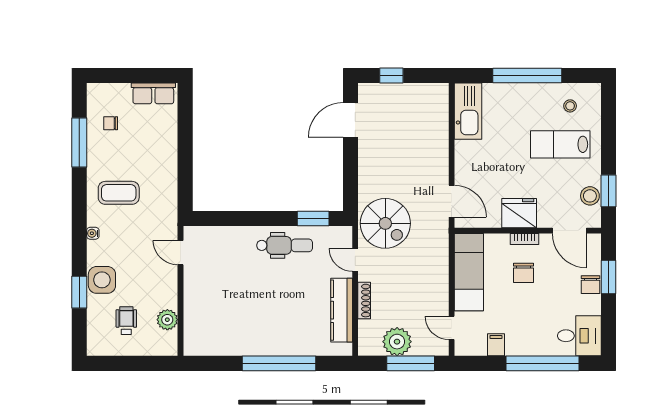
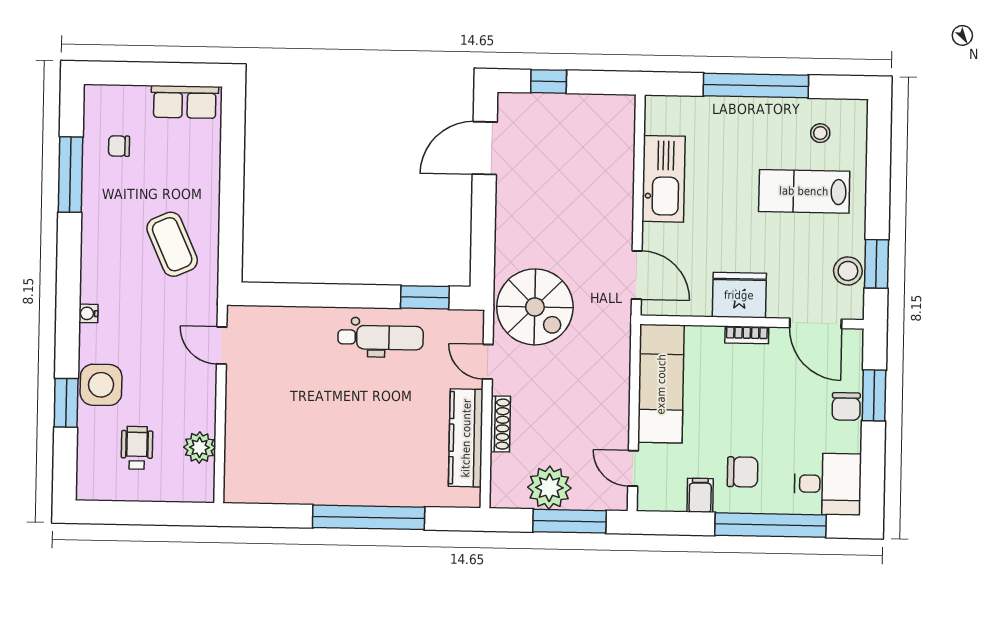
kitchen sink: (468, 111) -> (664, 179), moved
coffee table: (119, 193) -> (172, 244), moved, turned 66
chair: (523, 273) -> (743, 472), moved, turned -90

